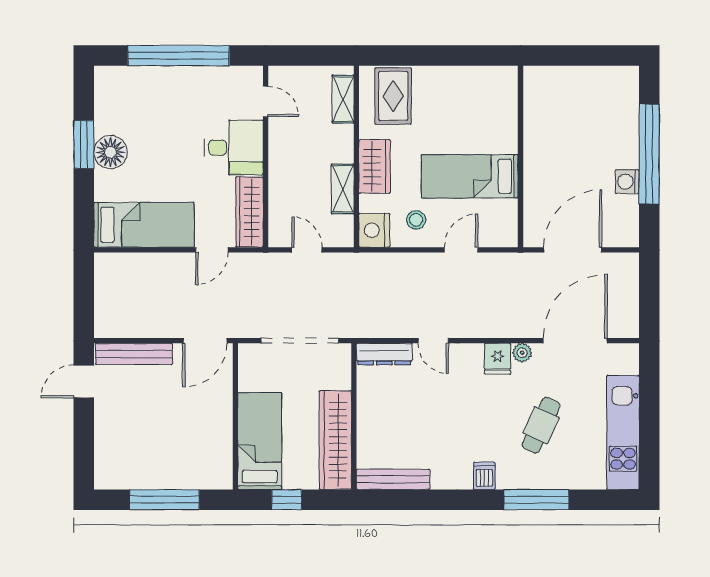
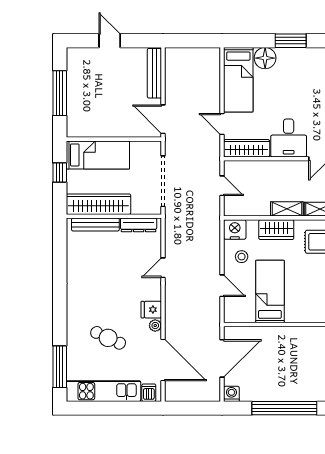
floor lamp: (111, 152) -> (265, 58), moved
washing machine: (627, 182) -> (231, 394), moved
shelving: (343, 189) -> (287, 209), moved
door: (307, 250) -> (222, 186), hinge flipped
door: (573, 250) -> (222, 358), hinge flipped
dresser: (384, 354) -> (139, 225), moved, turned -90
door: (84, 381) -> (110, 41), moved
dishwasher: (484, 476) -> (149, 393), moved, turned -90
bench: (393, 479) -> (95, 225), moved, turned 90
window: (536, 500) -> (60, 367), moved

